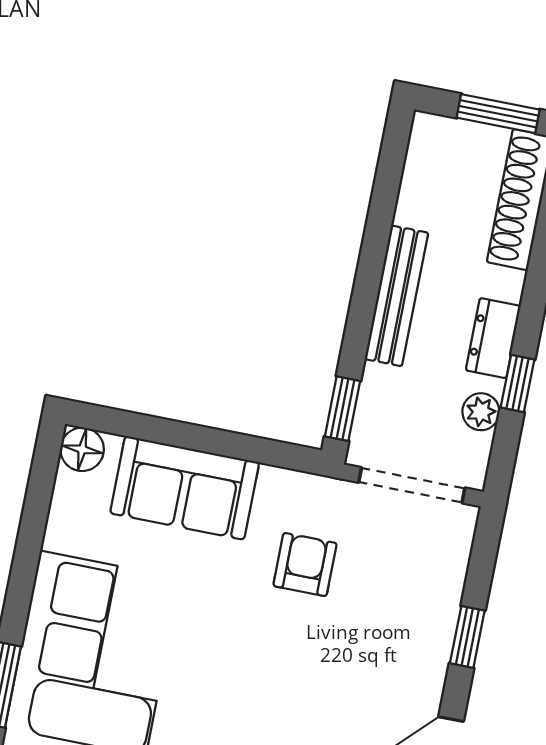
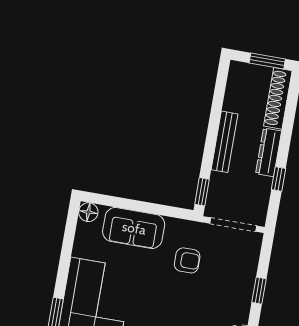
dresser: (493, 338) -> (269, 152), width x1.44
plant: (481, 412) -> (263, 192), removed
armchair: (305, 565) -> (187, 260), turned 90

